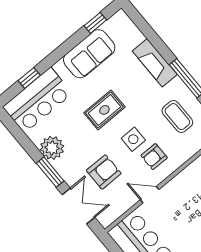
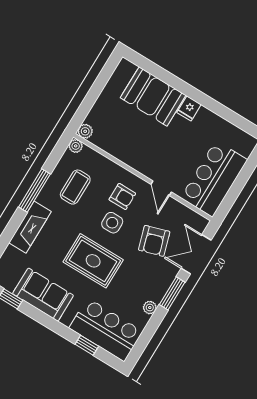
rug: (104, 110) -> (93, 261), width x1.36, depth x1.43
plant: (52, 148) -> (150, 308), width x0.53, depth x0.53
armchair: (104, 172) -> (154, 241), turned -107

